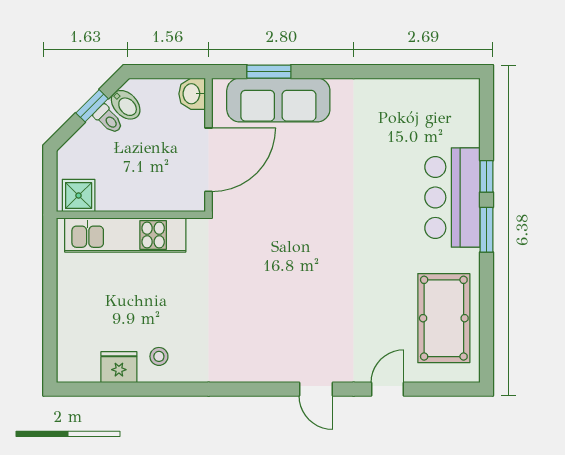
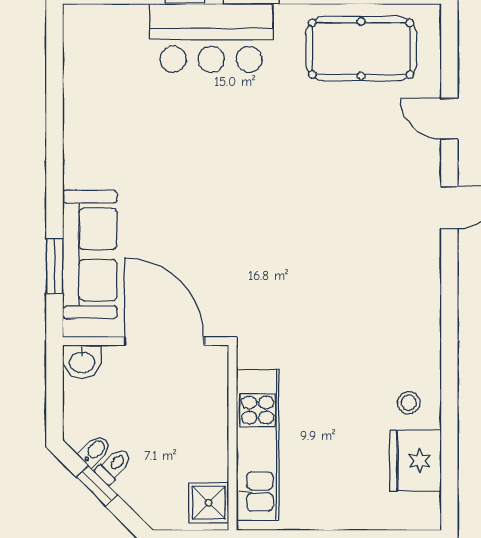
bidet: (126, 105) -> (95, 451), width x0.72, depth x0.74
fridge: (119, 367) -> (415, 461), width x1.36, depth x1.34

